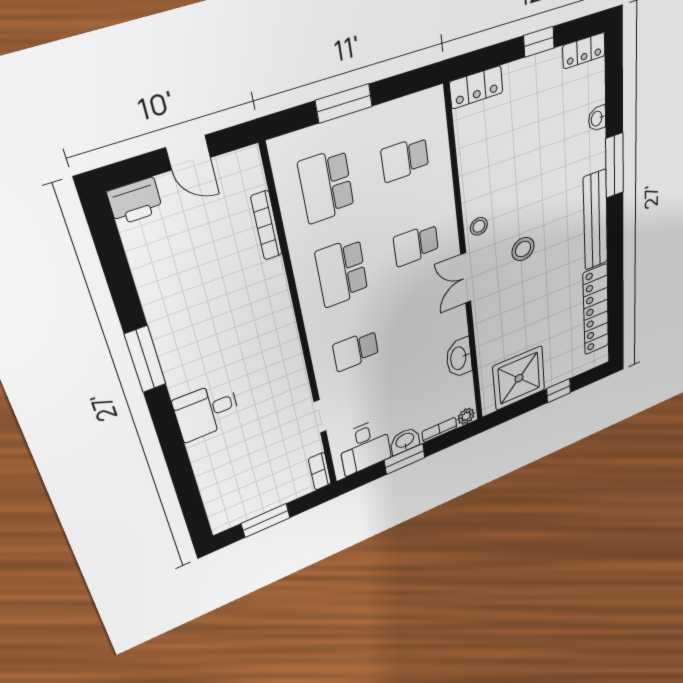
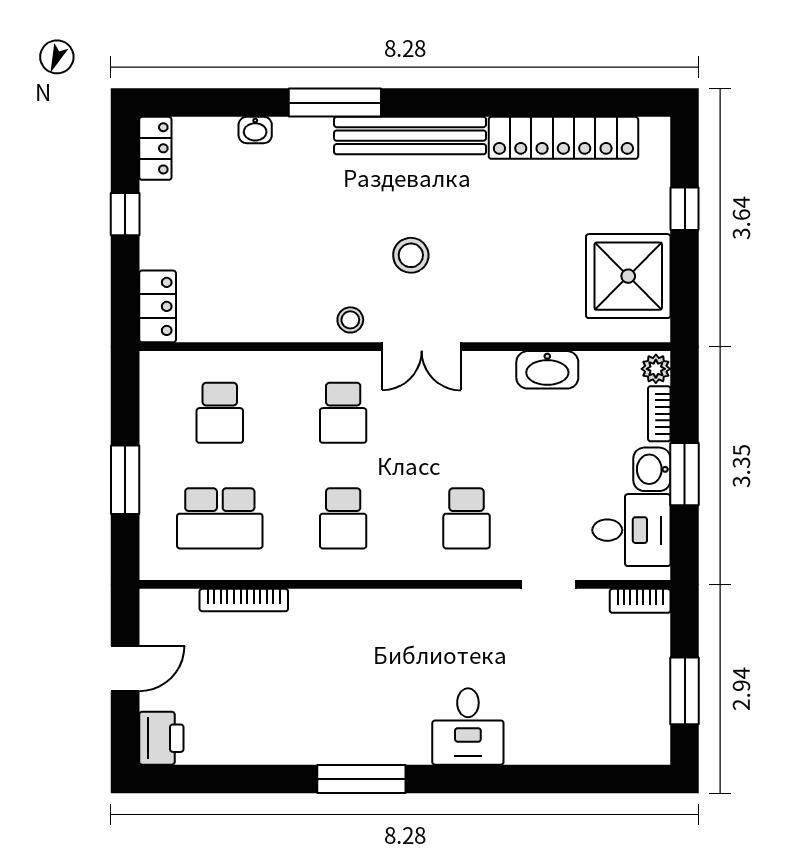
school desk: (342, 272) -> (343, 518), width x0.54

